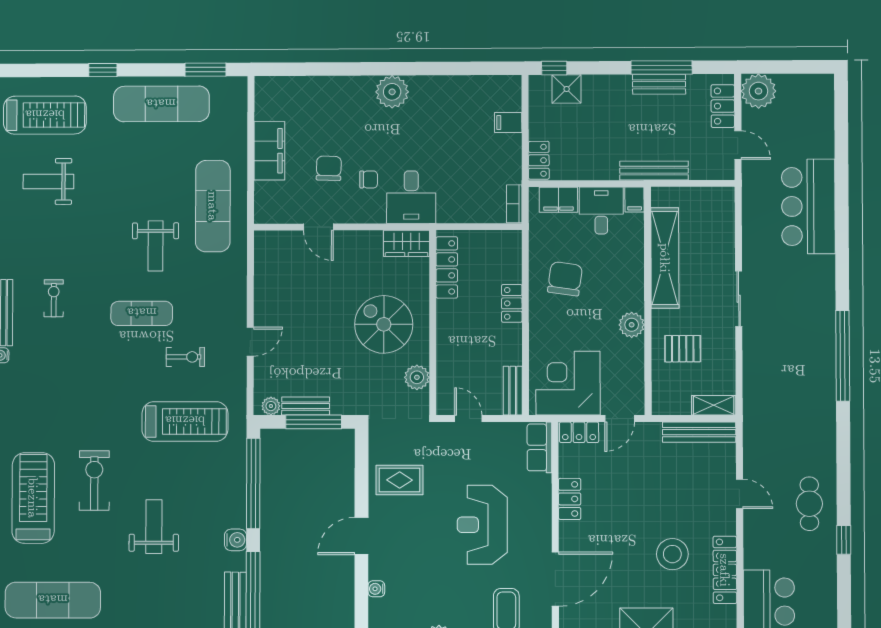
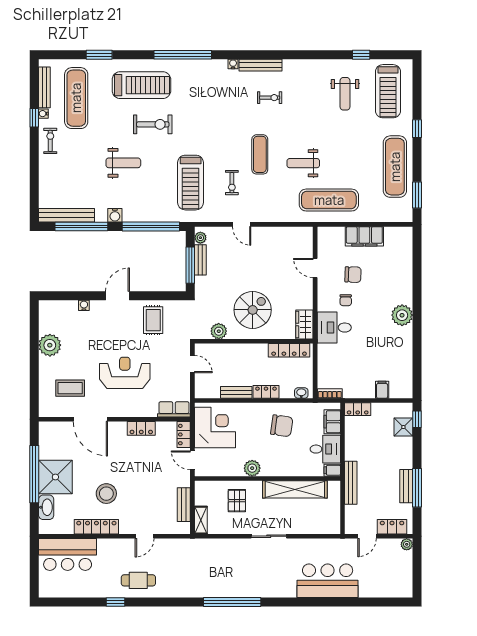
plant: (758, 91) -> (407, 544), width x0.53, depth x0.53
weight bench: (48, 182) -> (345, 94), turned 180
door: (318, 227) -> (315, 268), hinge flipped
washbasin: (514, 248) -> (301, 393), added
bench: (513, 391) -> (236, 392), moved
door: (468, 419) -> (192, 364), hinge flipped
bench: (699, 432) -> (184, 505), width x0.73
door: (361, 536) -> (117, 296), hinge flipped

